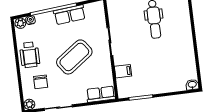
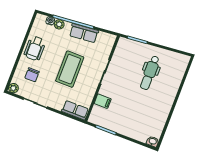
plant: (20, 23) -> (59, 24), moved
coffee table: (74, 57) -> (70, 69), turned -54

